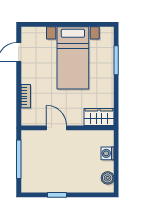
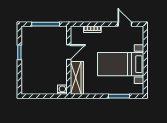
wardrobe: (99, 117) -> (77, 78), width x1.50
washing machine: (107, 153) -> (62, 90), moved
boiler: (108, 178) -> (32, 90), removed

